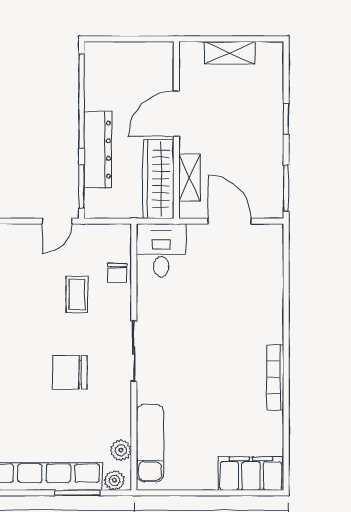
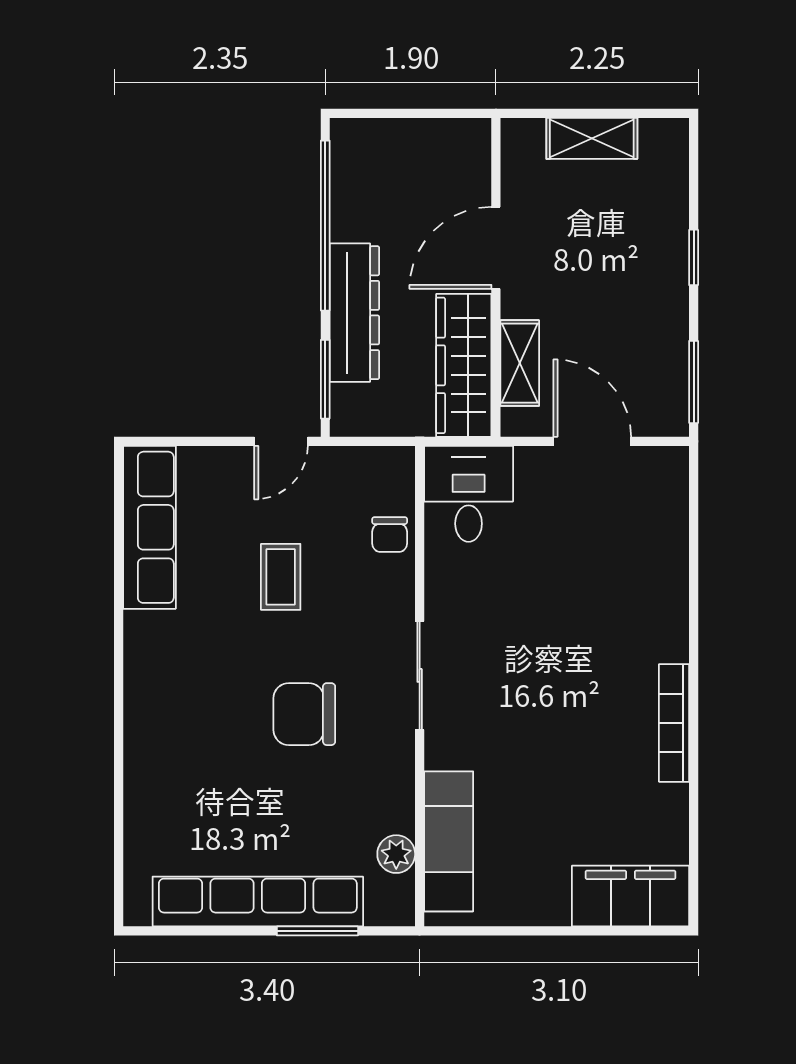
coffee table: (77, 294) -> (281, 577), moved
plant: (115, 480) -> (385, 908), removed

